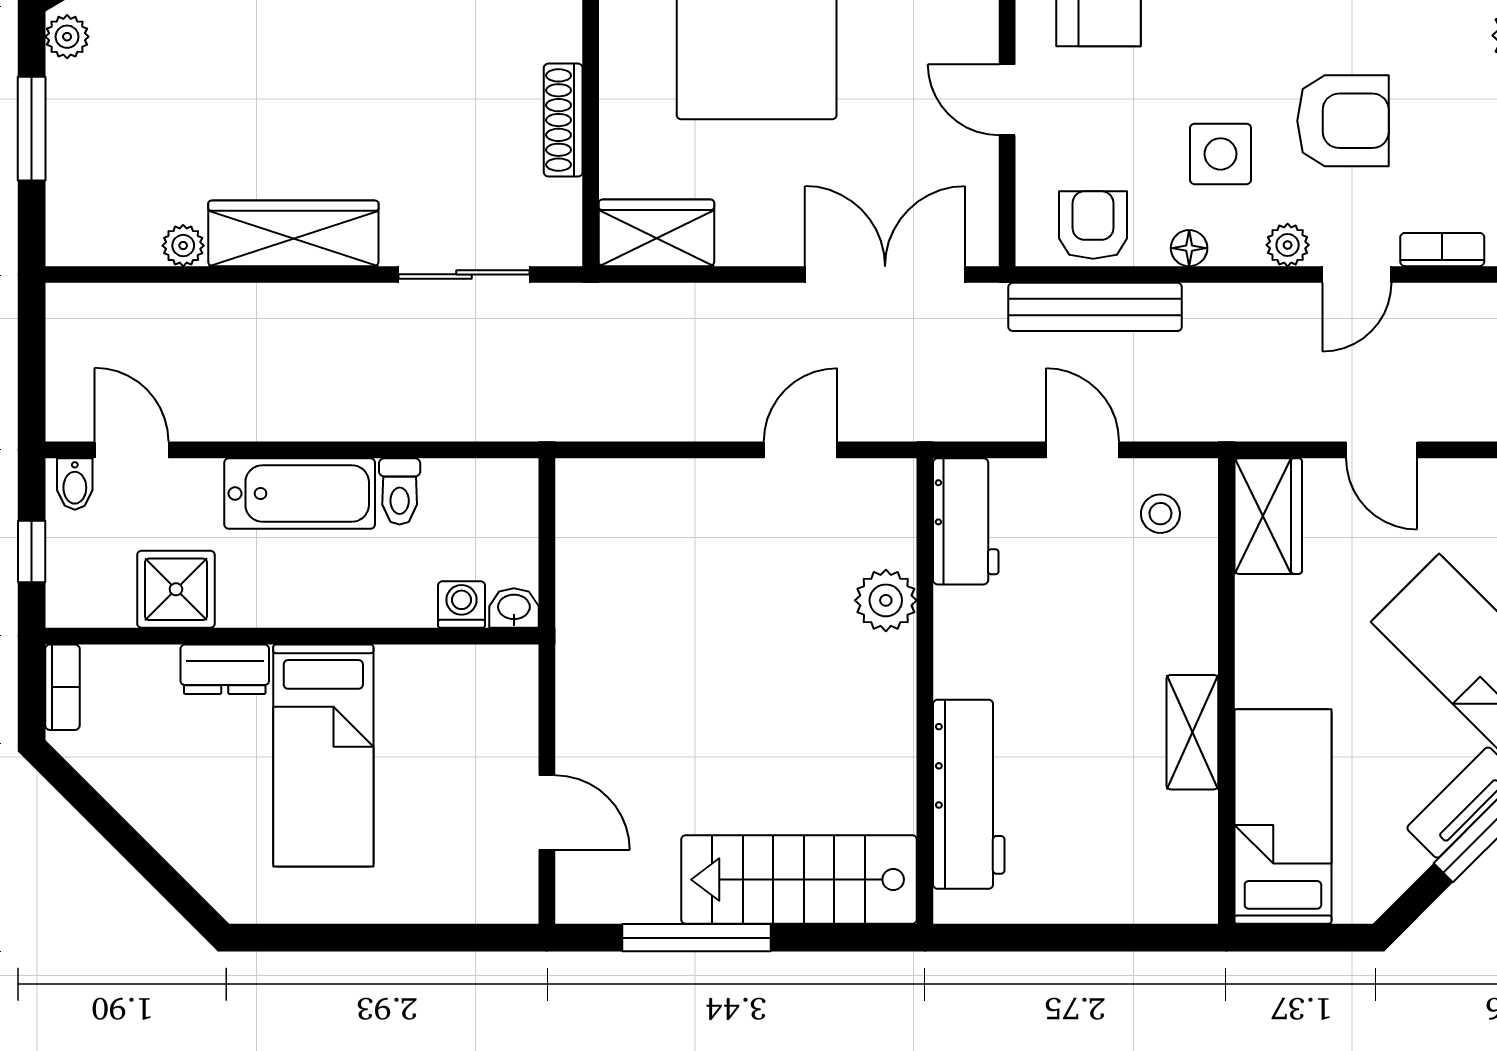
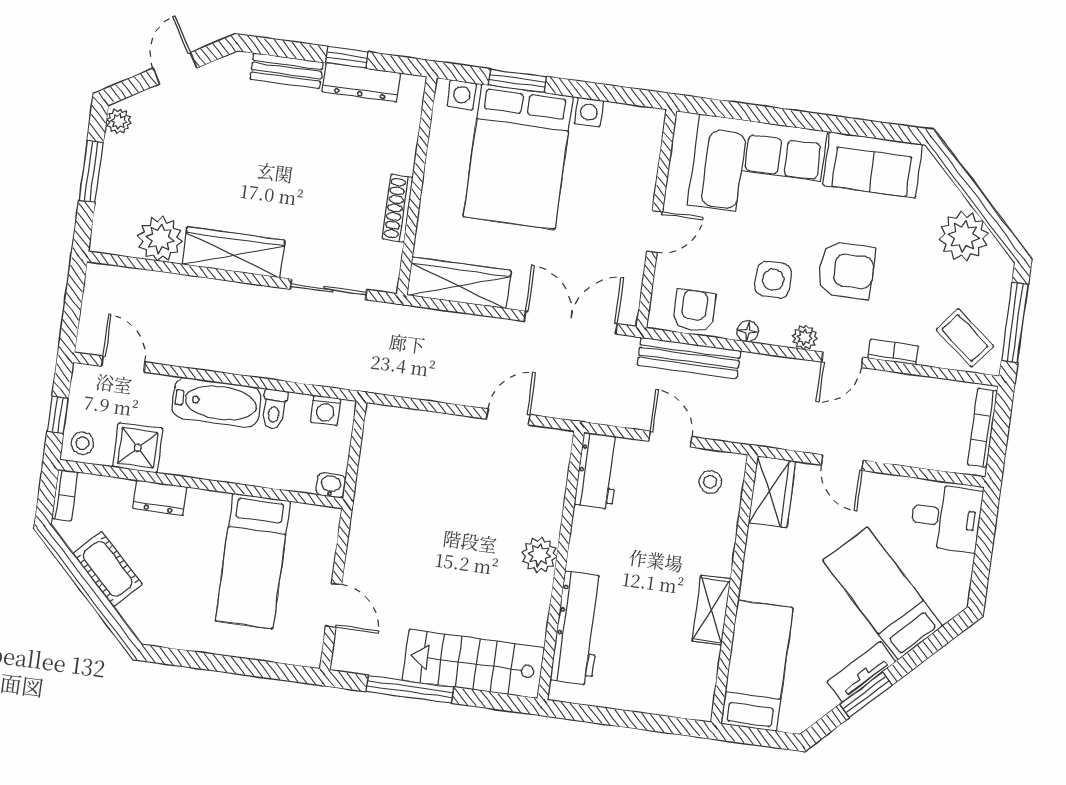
door: (1007, 100) -> (655, 232), swing flipped
wardrobe: (656, 233) -> (459, 283), width x1.50
plant: (183, 246) -> (160, 239), width x1.87, depth x1.87
bidet: (75, 484) -> (88, 379), removed
stool: (80, 594) -> (82, 443), added
plant: (886, 600) -> (539, 555), moved
washing machine: (462, 605) -> (326, 410), moved, turned 180
bed: (323, 756) -> (253, 561), moved
cot: (153, 803) -> (108, 569), added

